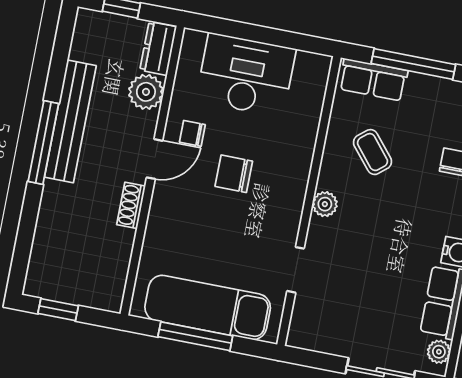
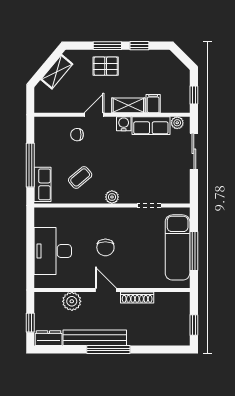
dresser: (158, 48) -> (49, 338), moved, turned 180
chair: (192, 133) -> (89, 273), removed
shoe rack: (131, 205) -> (137, 298), width x1.43

